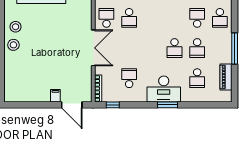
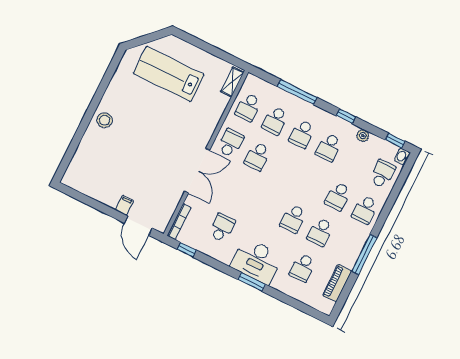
school desk: (197, 18) -> (338, 196), turned 180
stool: (16, 27) -> (118, 100), removed

